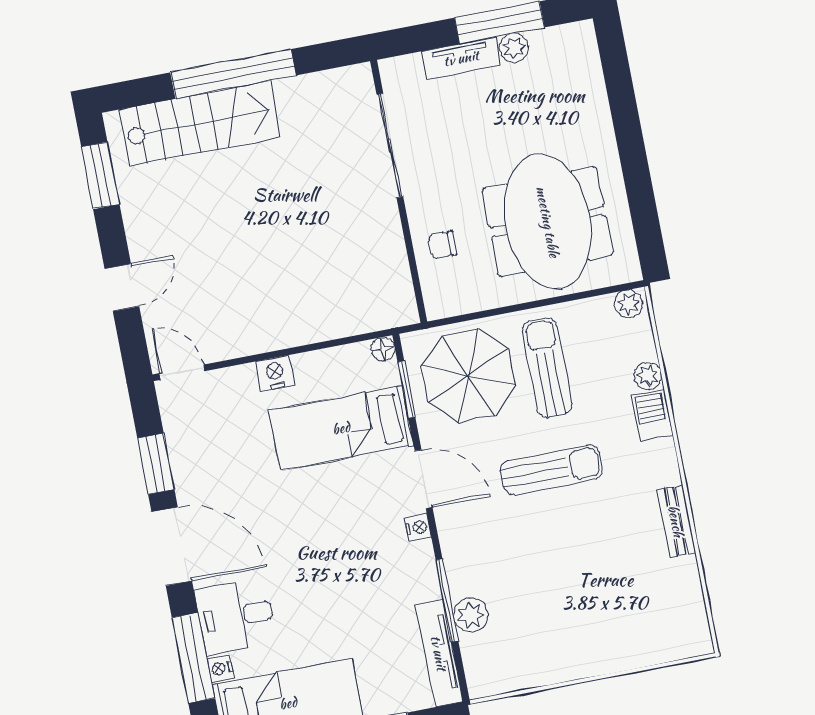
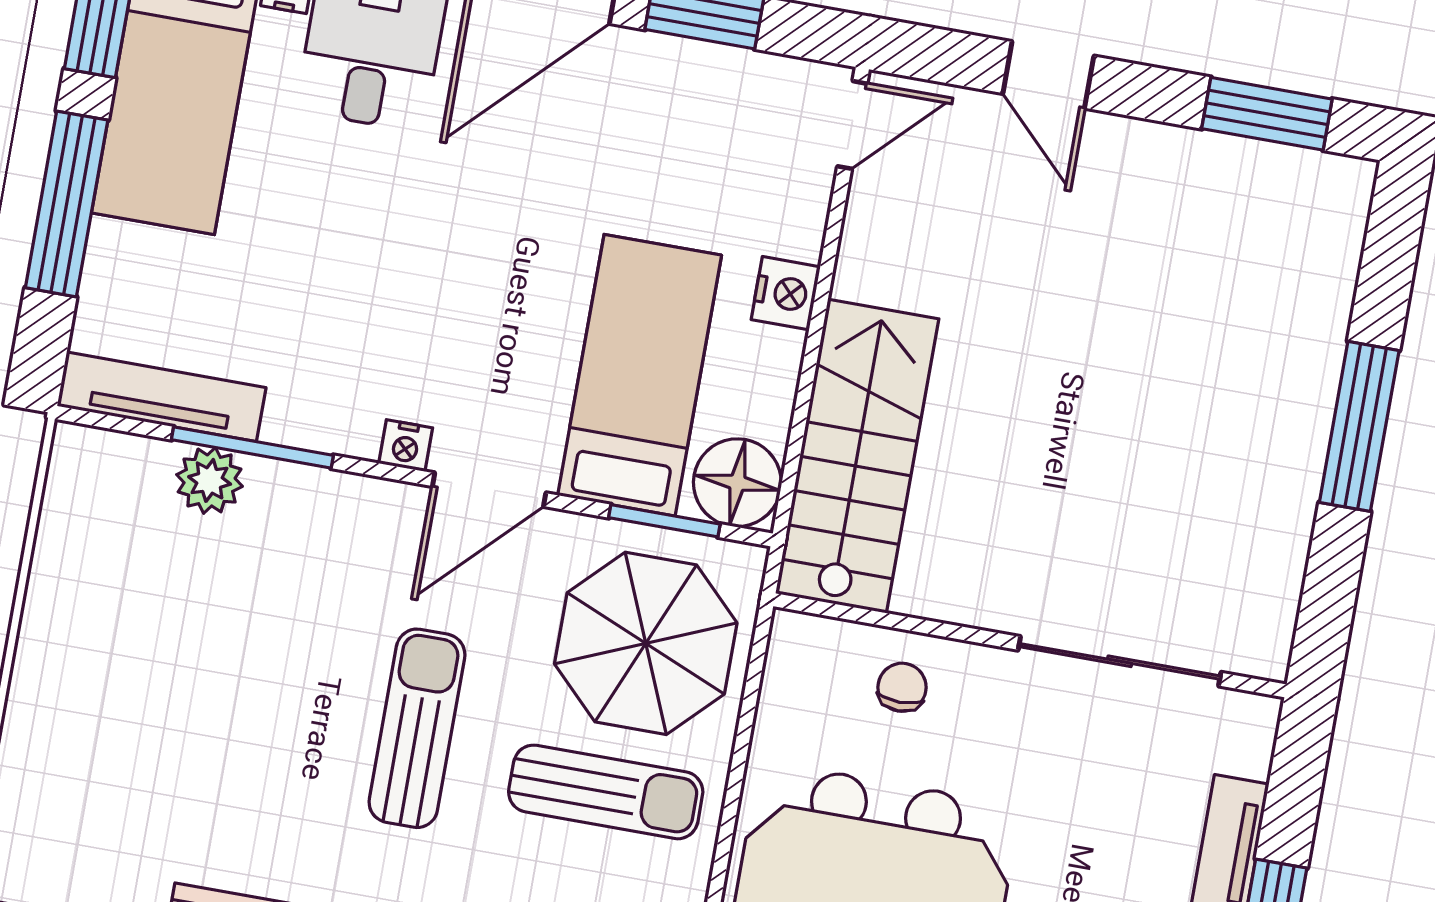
window: (233, 74) -> (1359, 426), width x0.68
stairs: (200, 123) -> (857, 456), moved, turned 180
floor lamp: (383, 349) -> (737, 483), width x1.89, depth x1.89
sun lounger: (551, 470) -> (417, 728), turned 180

